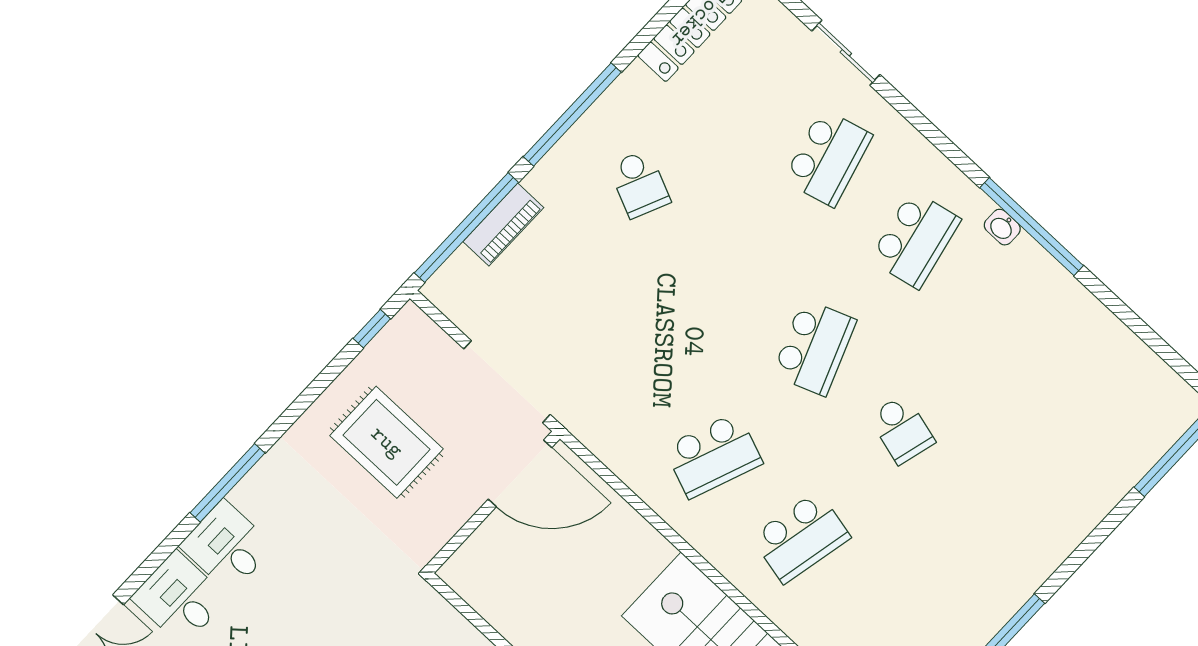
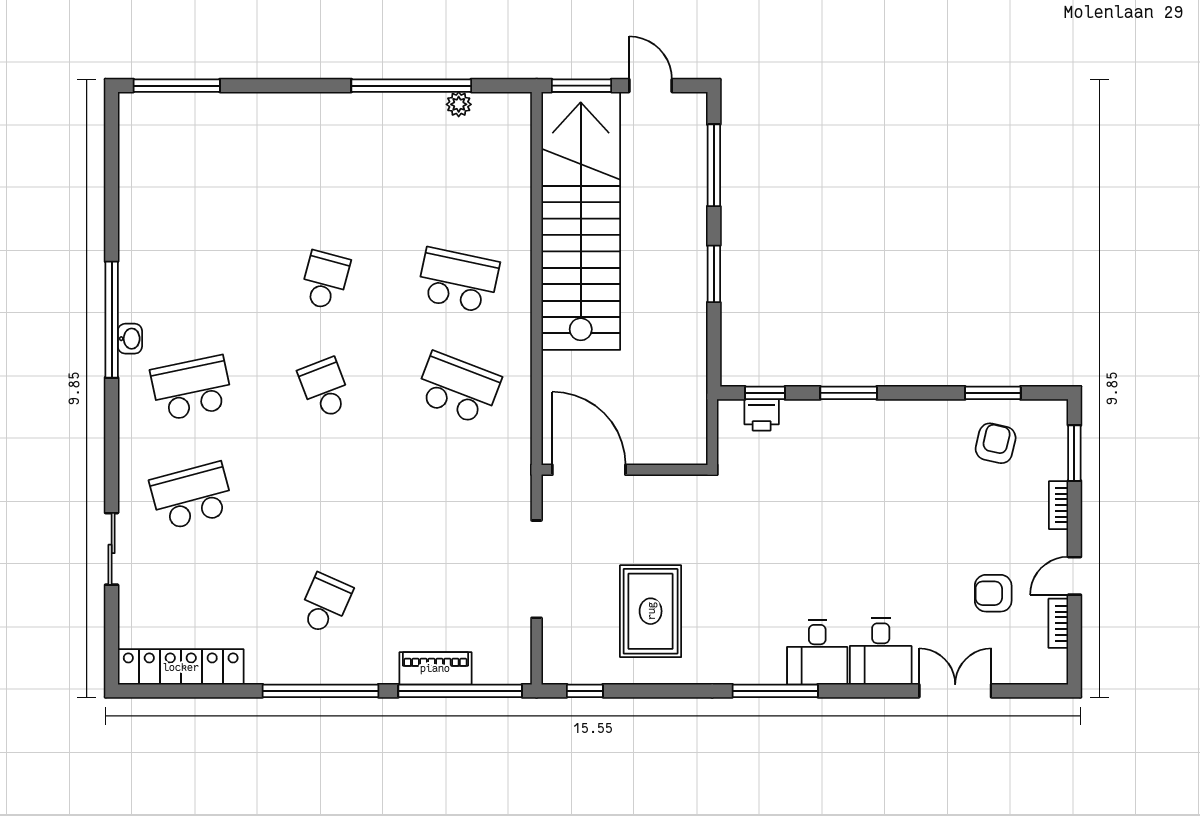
school desk: (814, 347) -> (325, 388), width x0.54
door: (520, 473) -> (589, 470), moved
wall: (493, 502) -> (624, 470), moved

